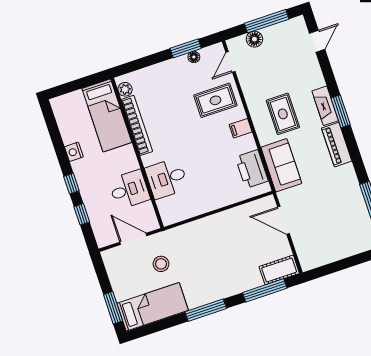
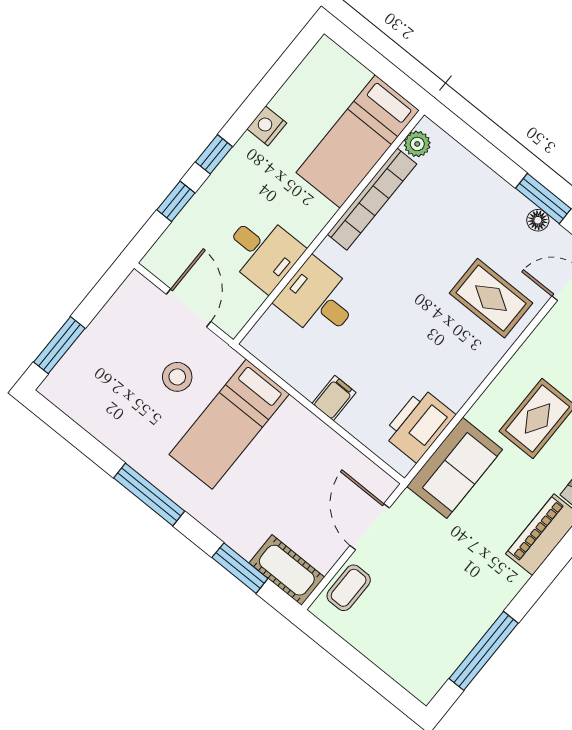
filing cabinet: (241, 128) -> (334, 398), moved, turned 90
coffee table: (305, 247) -> (349, 588), added
window: (265, 290) -> (240, 568), width x0.69
bed: (153, 307) -> (229, 424), moved, turned 90

